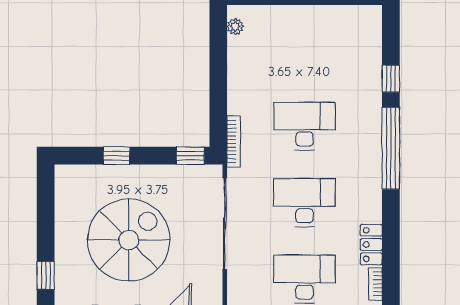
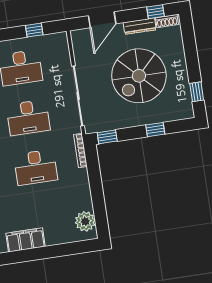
filing cabinet: (336, 19) -> (25, 240), added
plant: (235, 26) -> (85, 221), width x1.88, depth x1.88
window: (46, 275) -> (197, 92), moved

